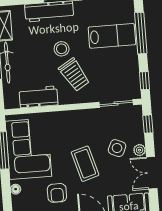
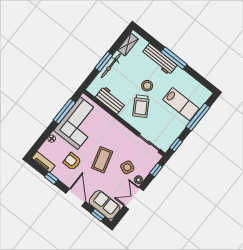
armchair: (57, 193) -> (72, 161), turned 90

